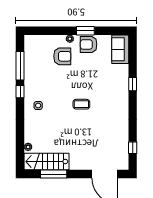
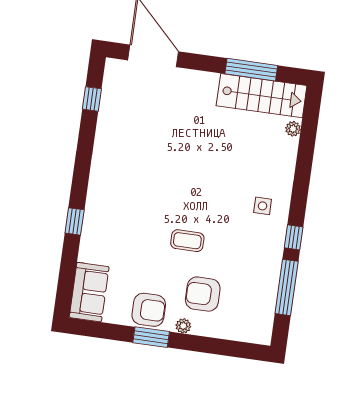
coffee table: (81, 104) -> (187, 241), moved

